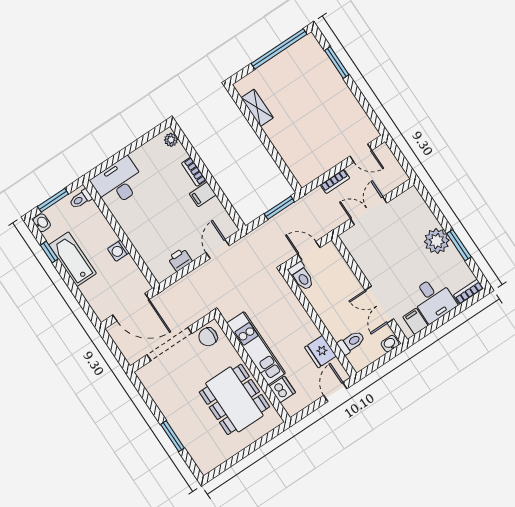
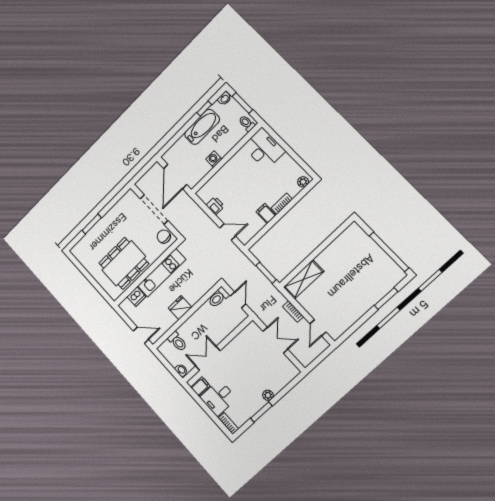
shelving: (257, 108) -> (304, 279), moved, width x1.50, depth x1.33
plant: (437, 241) -> (268, 395), width x0.53, depth x0.53
fridge: (320, 352) -> (180, 308), moved

